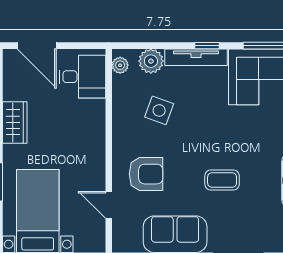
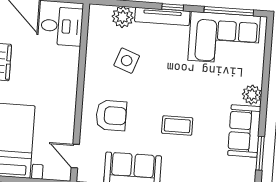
plant: (120, 65) -> (95, 19), removed
door: (109, 205) -> (75, 156), moved

